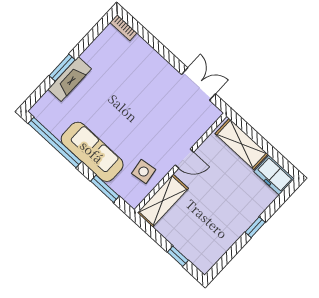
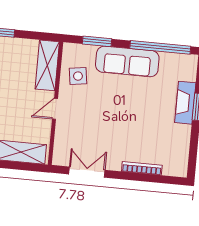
bookcase: (123, 28) -> (142, 168), moved, width x1.56
double door: (199, 84) -> (87, 172), swing flipped

